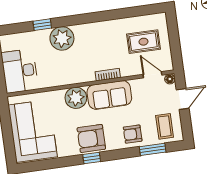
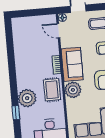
rug: (143, 42) -> (52, 90), moved
door: (152, 75) -> (58, 31), hinge flipped

